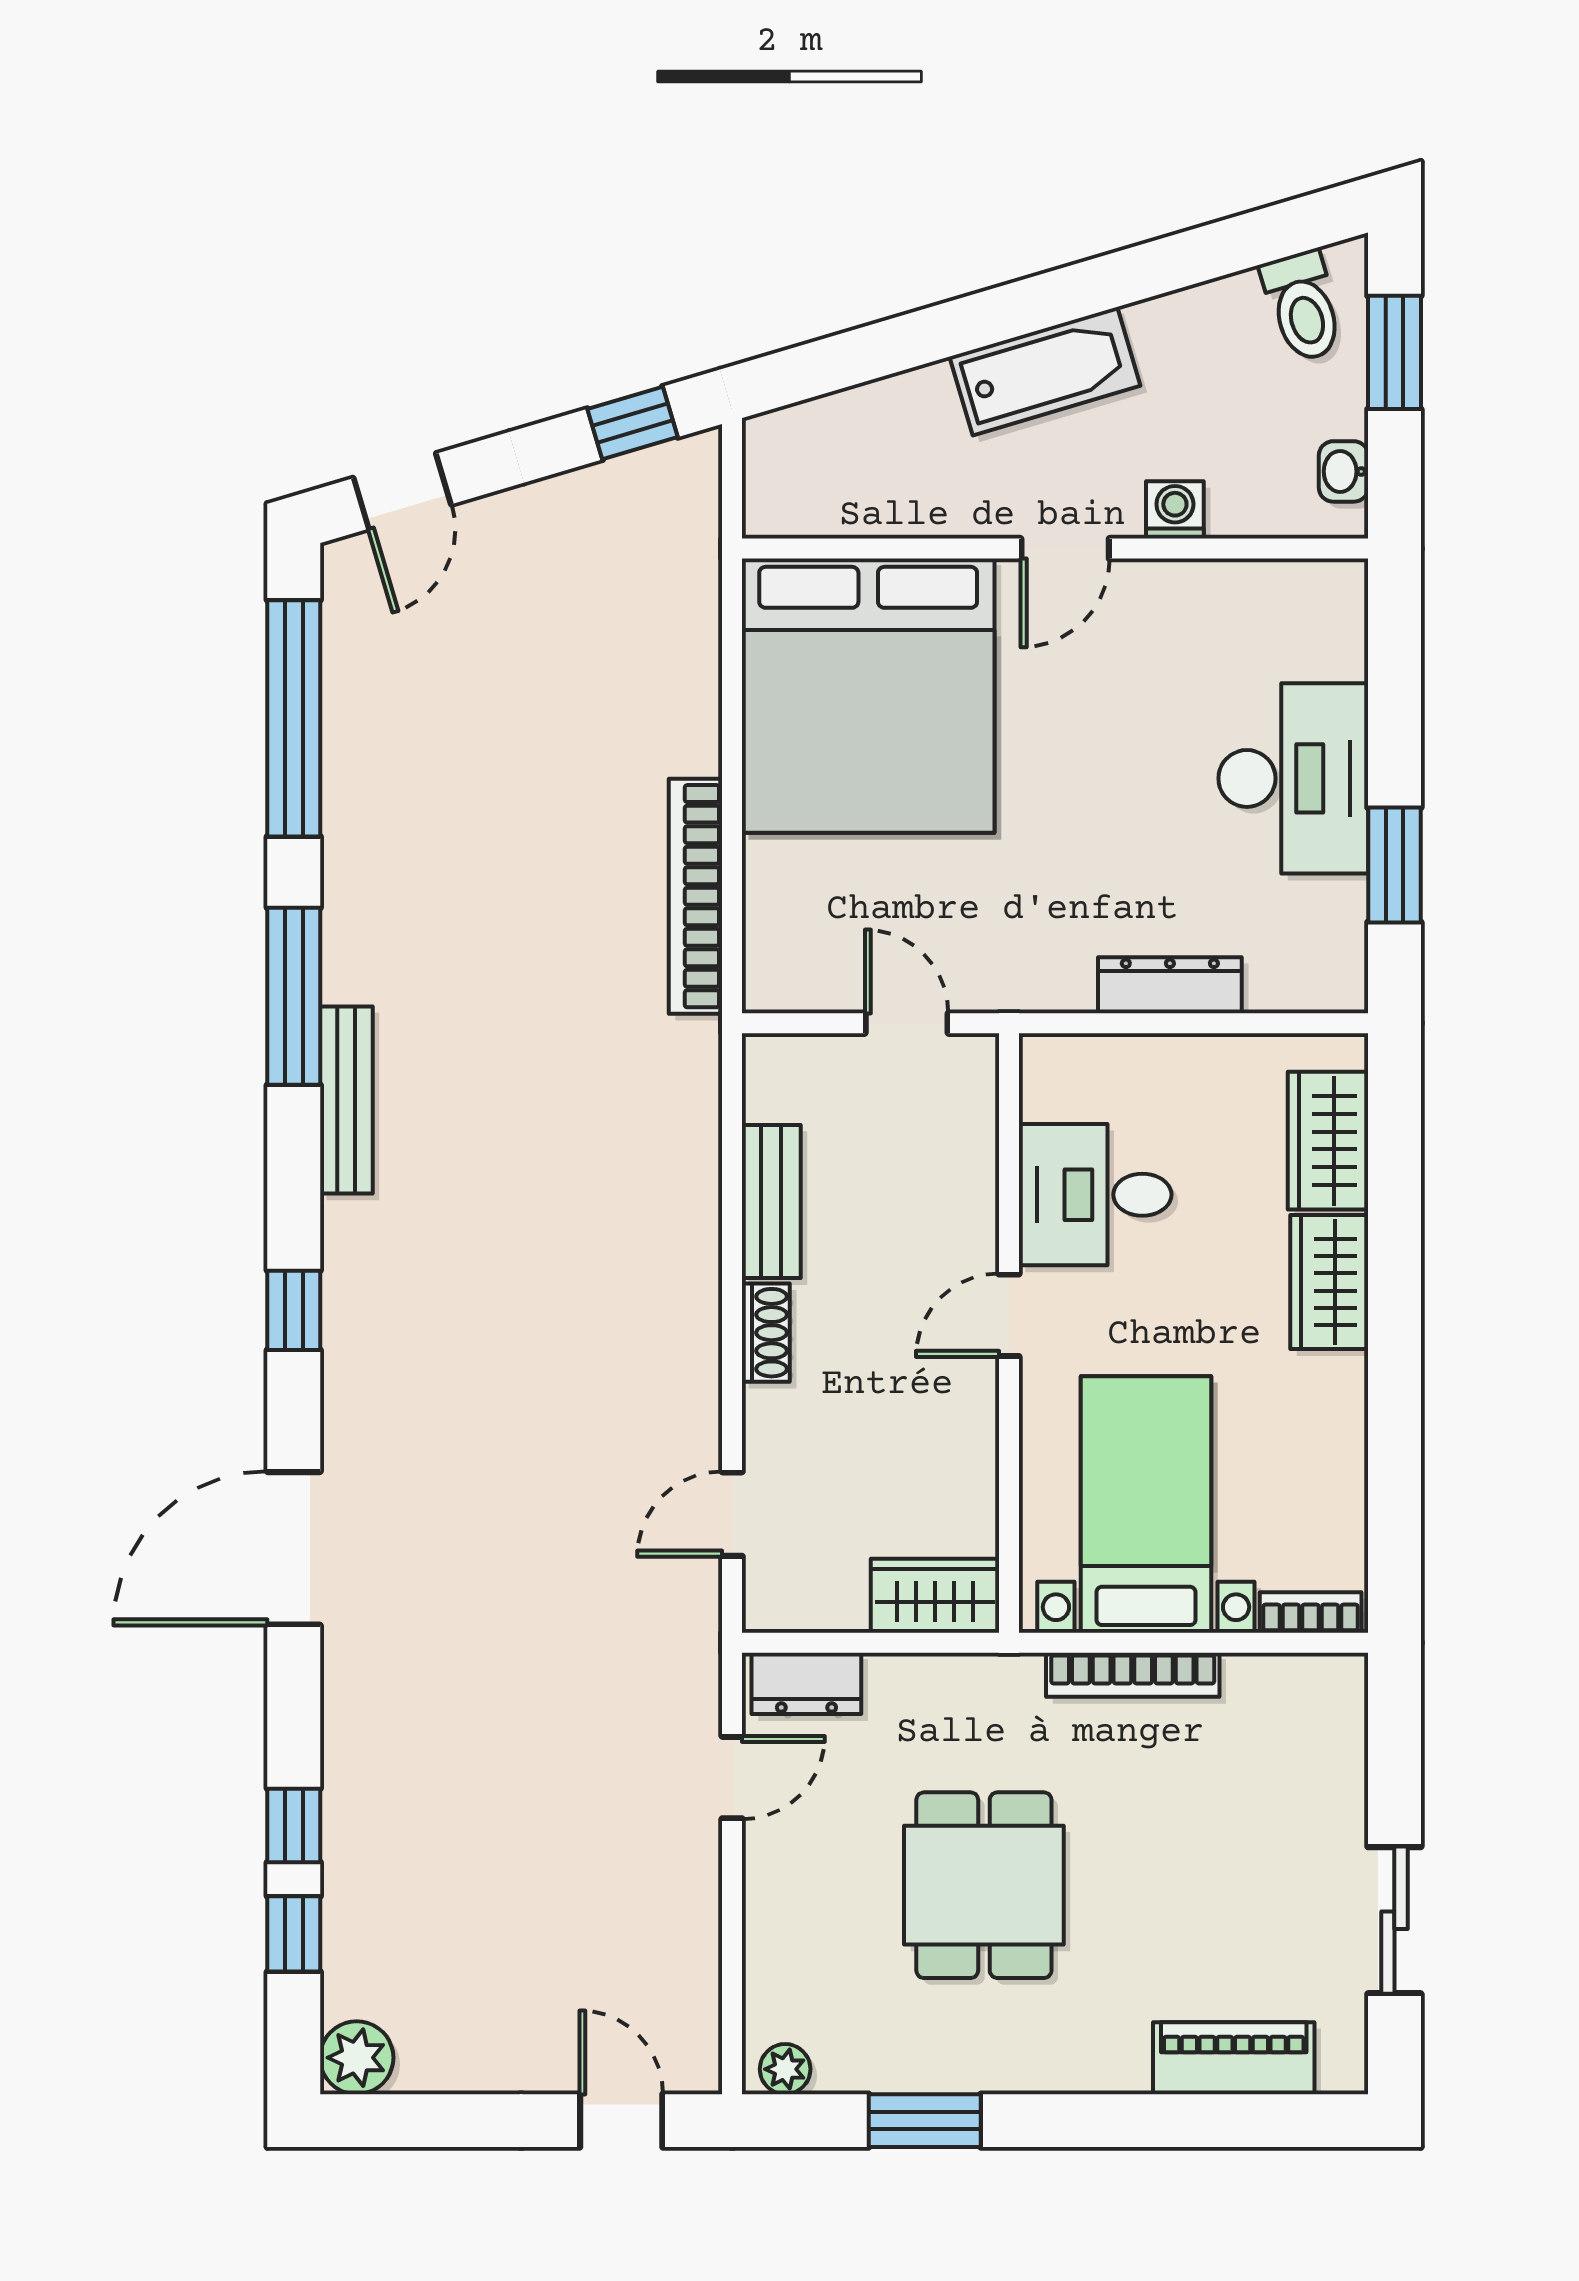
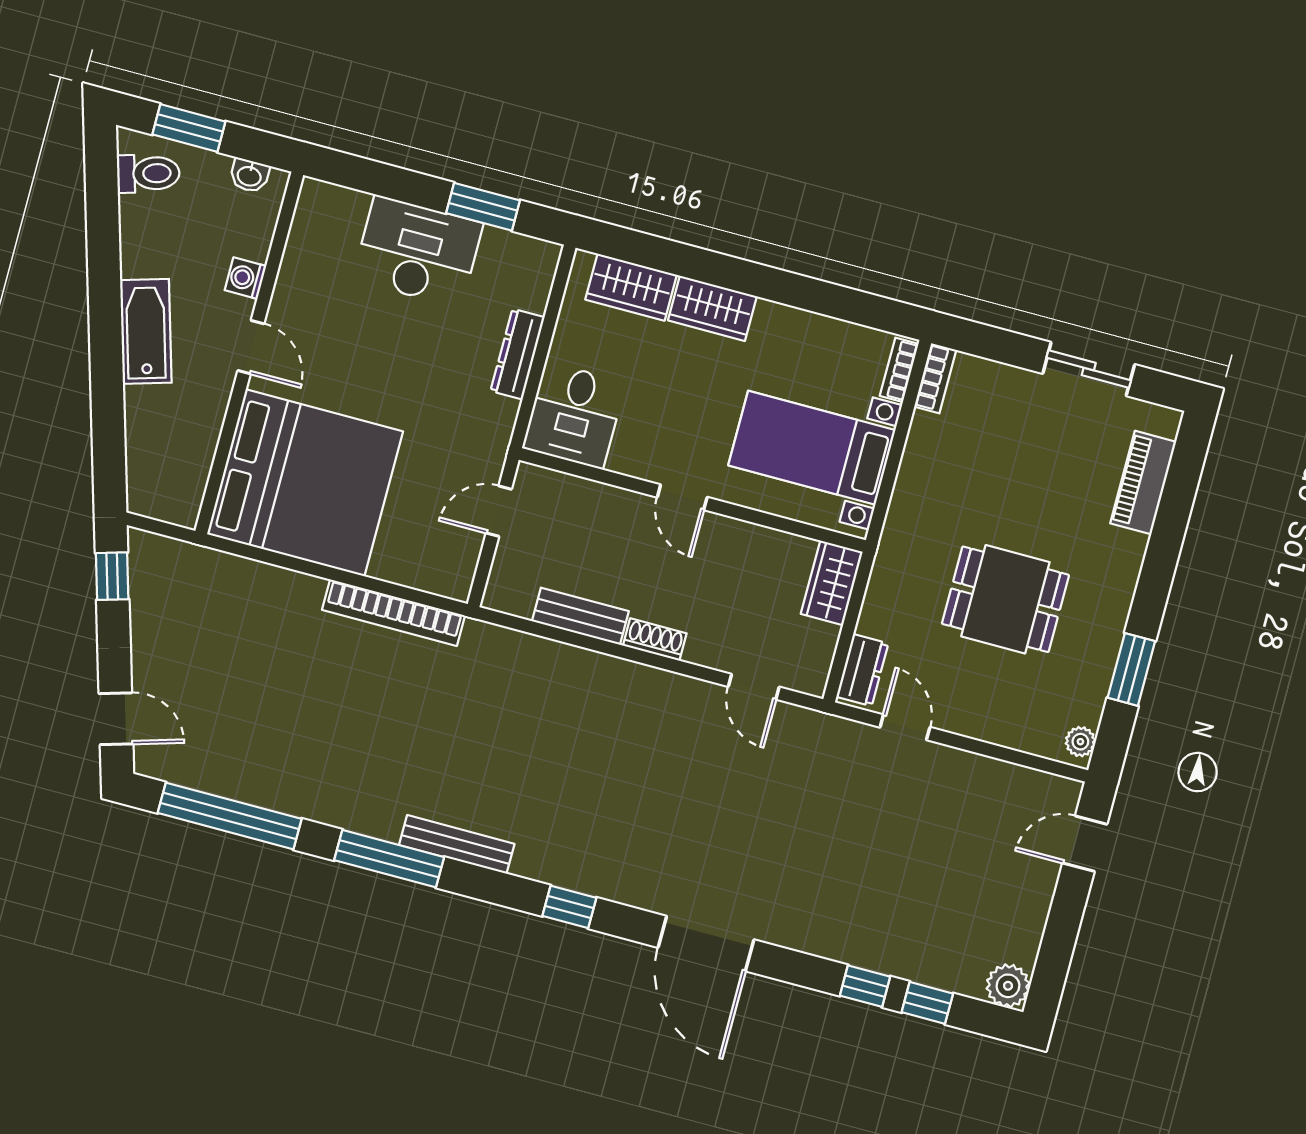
desk: (1095, 1195) -> (574, 415), moved
bookcase: (1133, 1675) -> (935, 378), moved, width x0.64

